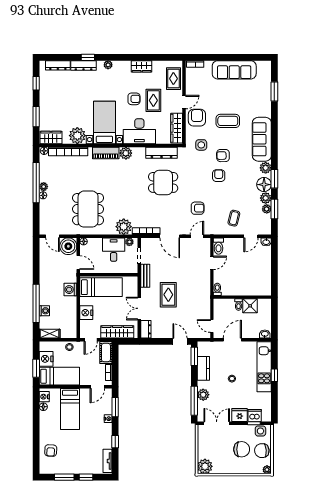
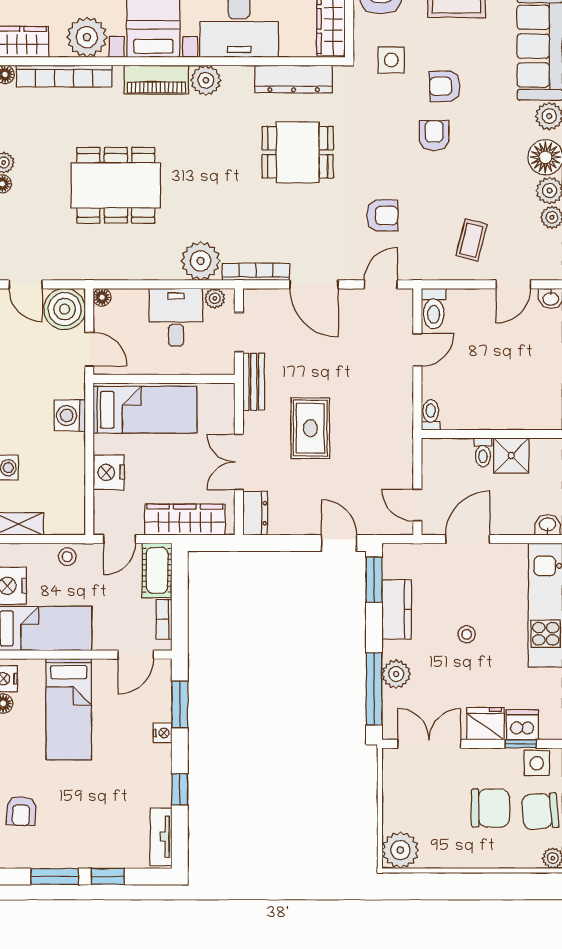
dining table: (88, 209) -> (116, 185), moved, turned 90

